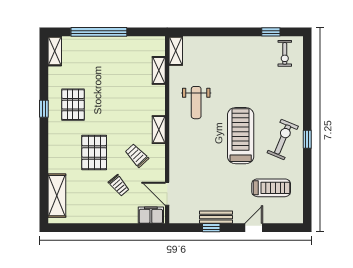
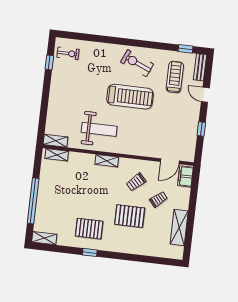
shelving: (159, 70) -> (57, 155), moved
weight bench: (196, 103) -> (99, 129), width x1.36, depth x1.33
shelving: (159, 130) -> (107, 161), moved
treadmill: (241, 136) -> (130, 97), turned 180
window: (307, 139) -> (186, 49), moved
shelving: (57, 196) -> (179, 228), moved, turned 90
bench: (216, 217) -> (200, 67), moved

